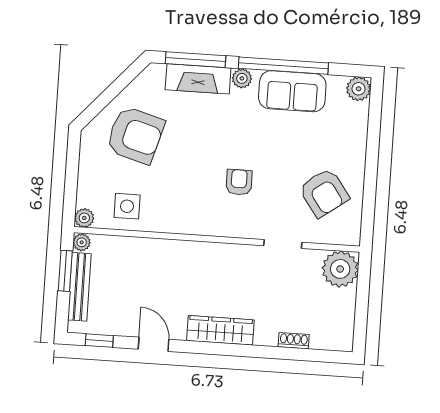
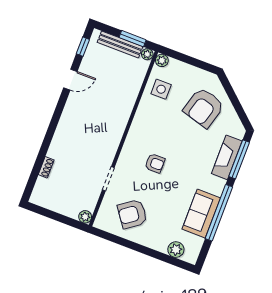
plant: (242, 78) -> (219, 185), removed
plant: (359, 89) -> (176, 250), moved
plant: (340, 269) -> (85, 217), width x0.53, depth x0.53
wardrobe: (220, 330) -> (66, 124), removed

